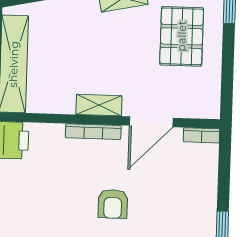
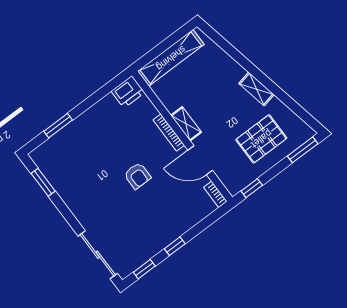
window: (227, 90) -> (252, 188), added
armchair: (113, 204) -> (137, 176), turned -90

